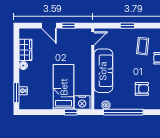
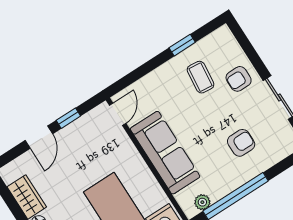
door: (49, 26) -> (39, 137), hinge flipped
window: (127, 26) -> (182, 45), moved

